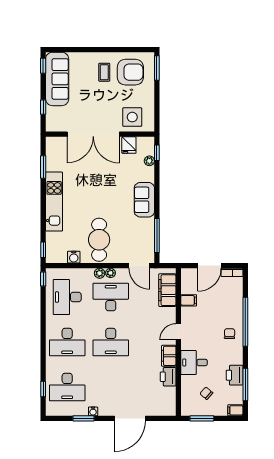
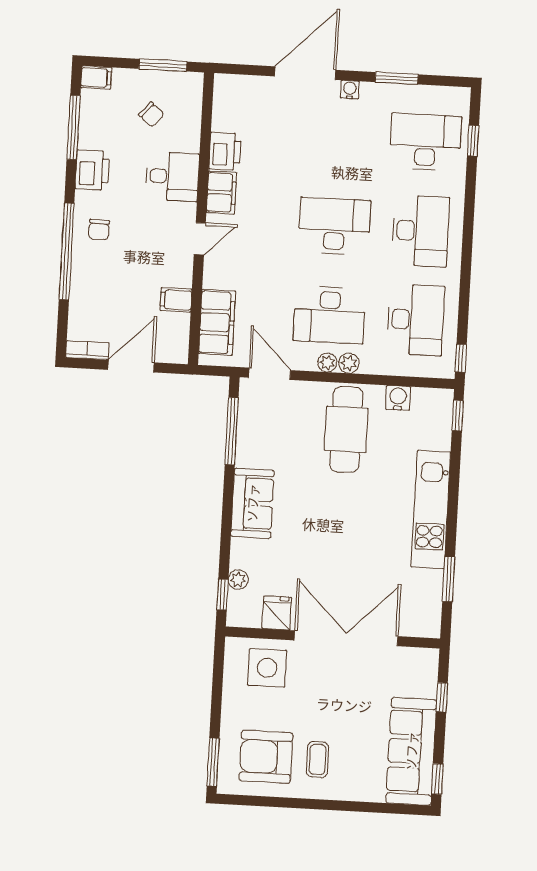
desk: (67, 342) -> (420, 231), turned 90
printer: (235, 375) -> (92, 170), moved
water cooler: (93, 411) -> (350, 90), moved

